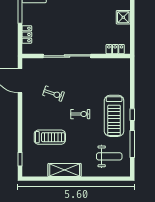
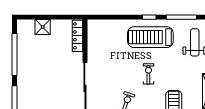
locker: (115, 49) -> (77, 36), width x1.53
treadmill: (114, 116) -> (150, 37), turned 180

